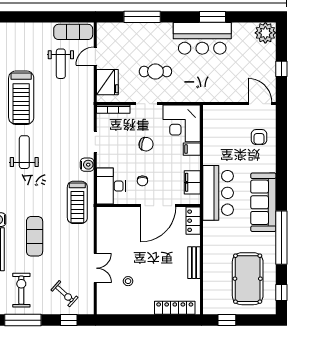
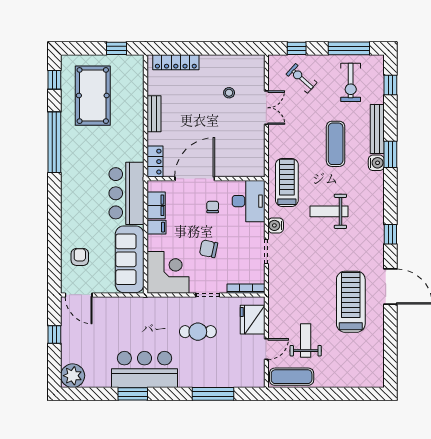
filing cabinet: (192, 149) -> (156, 227), moved
weight bench: (24, 152) -> (329, 211), moved, turned 90
sofa: (263, 202) -> (130, 259), moved, turned 180
double door: (95, 268) -> (266, 108), swing flipped

